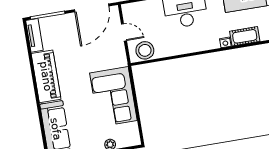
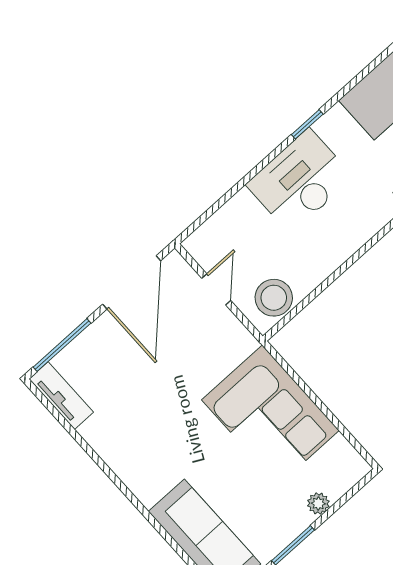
door: (124, 32) -> (216, 289), hinge flipped
piano: (46, 76) -> (128, 455), removed

